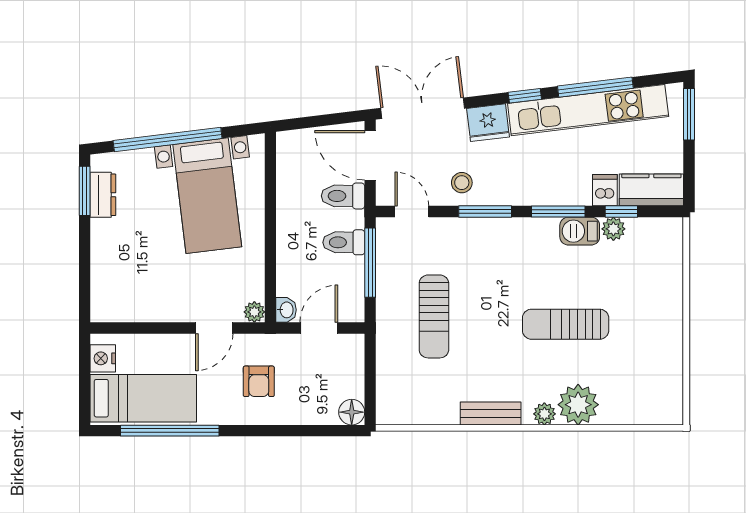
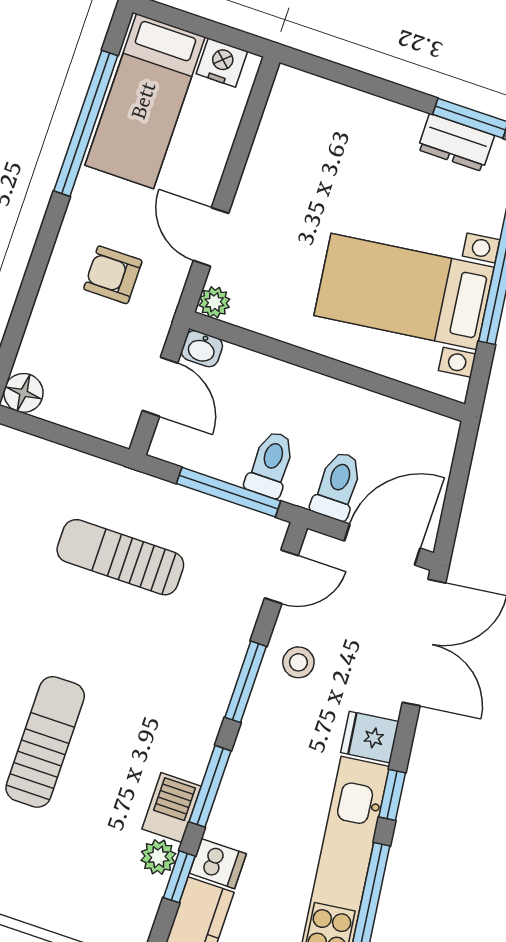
fridge: (488, 123) -> (370, 737), width x0.72

